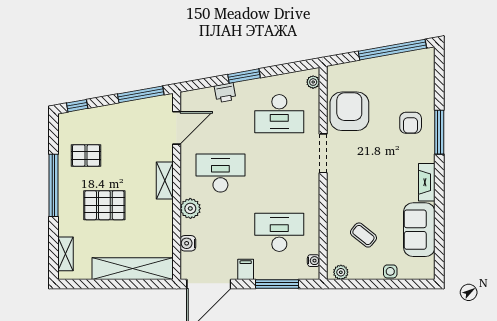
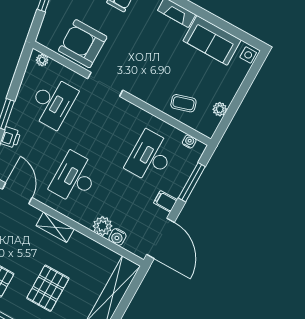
plant: (190, 208) -> (103, 226), moved
coffee table: (363, 235) -> (183, 103), moved, turned 34
side table: (390, 271) -> (248, 55), moved
plant: (341, 272) -> (220, 109), moved

